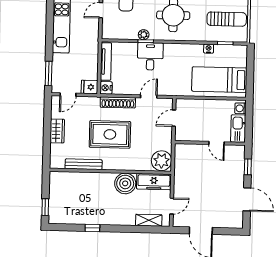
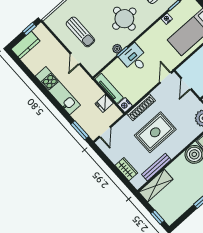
fridge: (89, 87) -> (104, 103), moved
door: (149, 97) -> (166, 78), moved
wardrobe: (57, 131) -> (126, 169), moved
shelving: (69, 179) -> (156, 186), added

